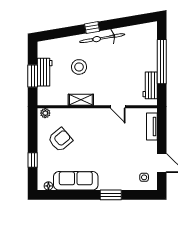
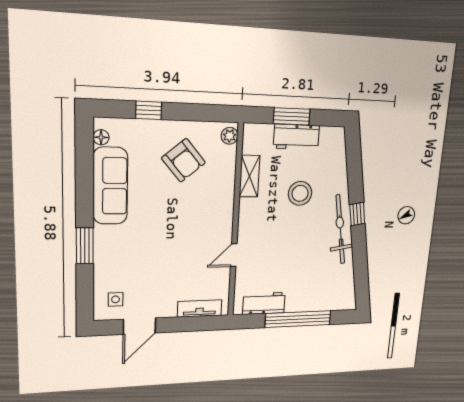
shelving: (81, 100) -> (250, 176), moved

